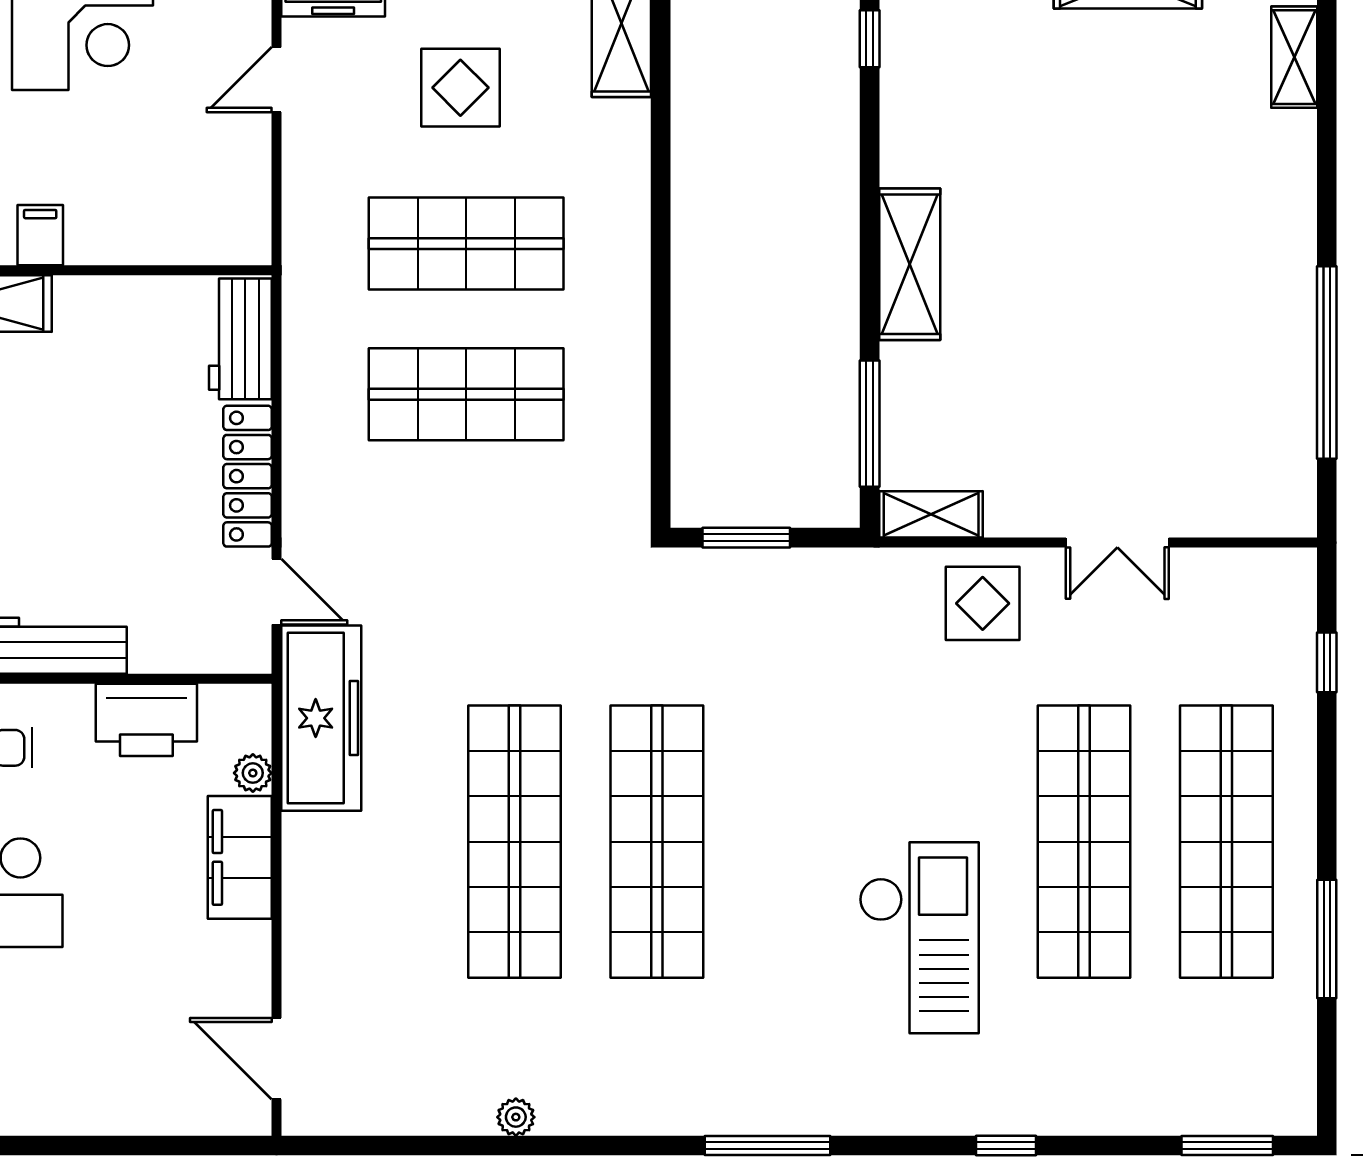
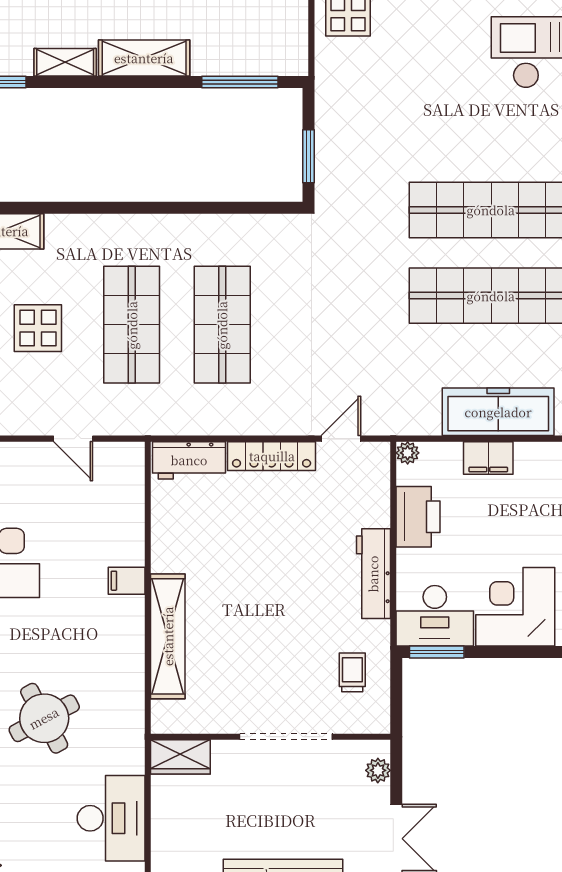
door: (277, 80) -> (73, 439), moved
shelving: (931, 514) -> (65, 62), moved, turned 90
freezer: (321, 718) -> (498, 412), moved
plant: (253, 773) -> (408, 453), moved
filing cabinet: (240, 857) -> (488, 458), width x0.67, depth x0.86

